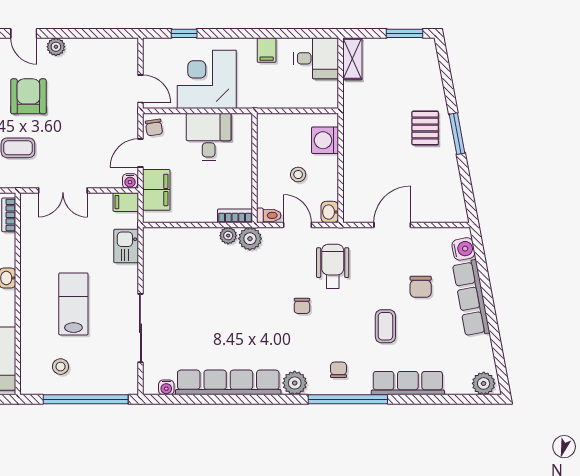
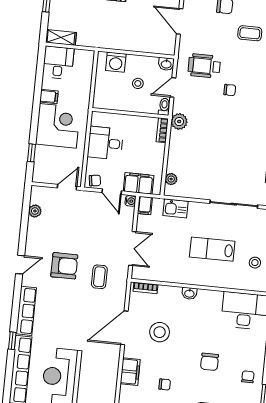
plant: (56, 47) -> (35, 211), moved
corner desk: (207, 79) -> (58, 126), moved, turned 180
armchair: (28, 96) -> (64, 266), turned 180
plant: (228, 236) -> (171, 179), moved

